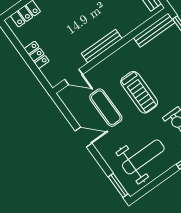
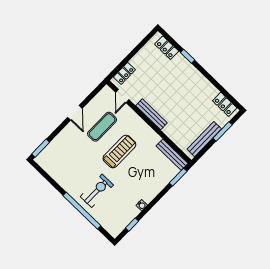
locker: (37, 55) -> (124, 73), moved
treadmill: (139, 92) -> (119, 151), turned 180
weight bench: (143, 157) -> (67, 164), removed

